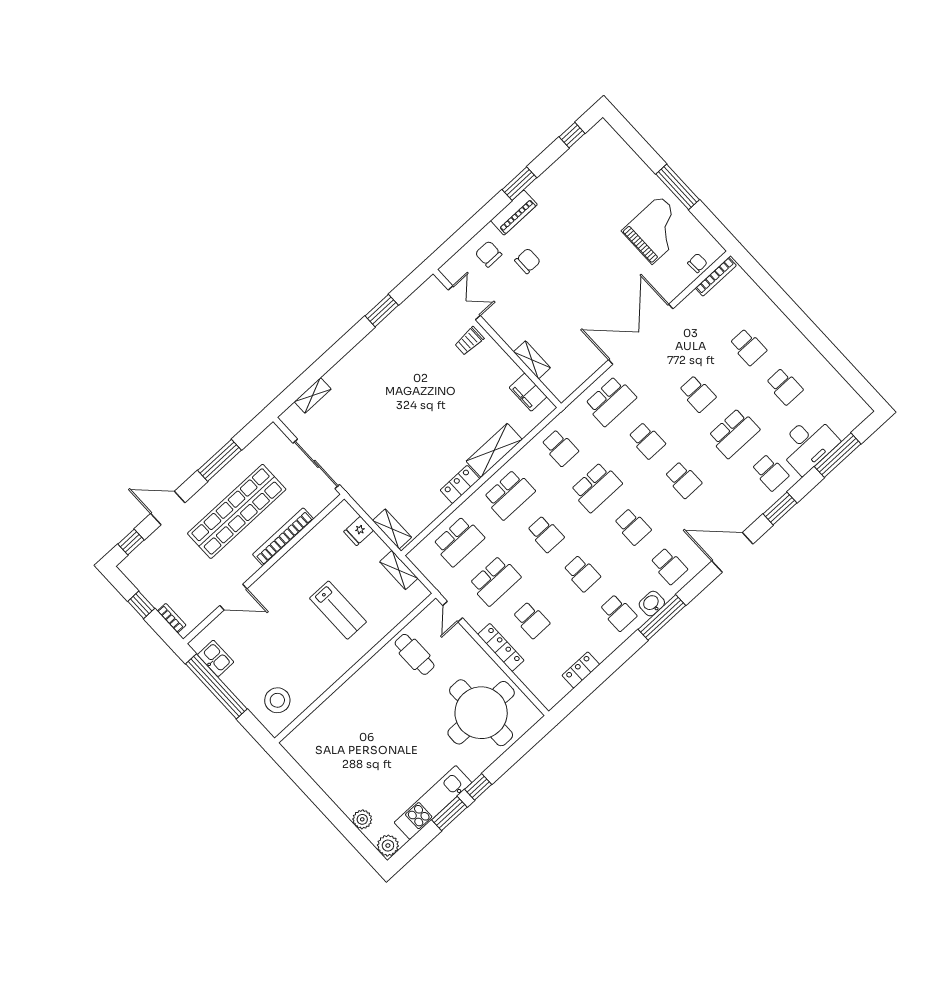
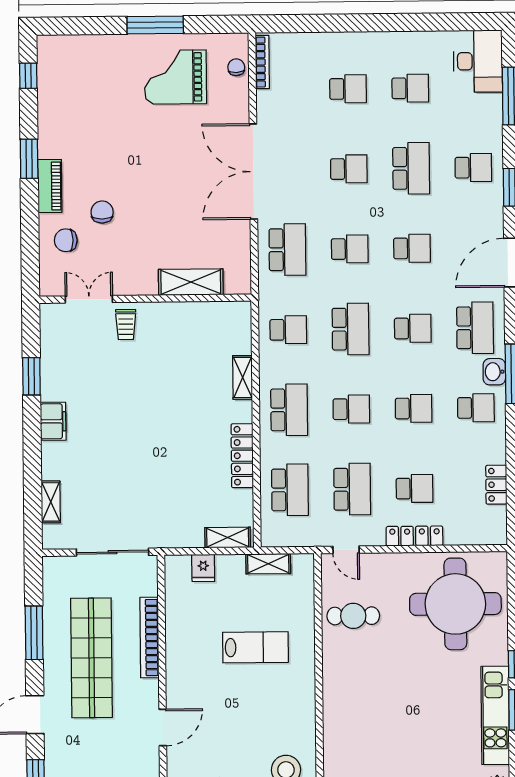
grand piano: (656, 230) -> (175, 77), turned -90
shelving: (532, 360) -> (191, 282), width x1.50, depth x1.33
filing cabinet: (528, 392) -> (53, 421), moved, turned -90
desk: (808, 444) -> (478, 61), moved
shelving: (494, 450) -> (243, 377), width x0.67, depth x0.75
locker: (460, 484) -> (242, 456), width x1.53
school desk: (669, 566) -> (475, 328), width x1.85

